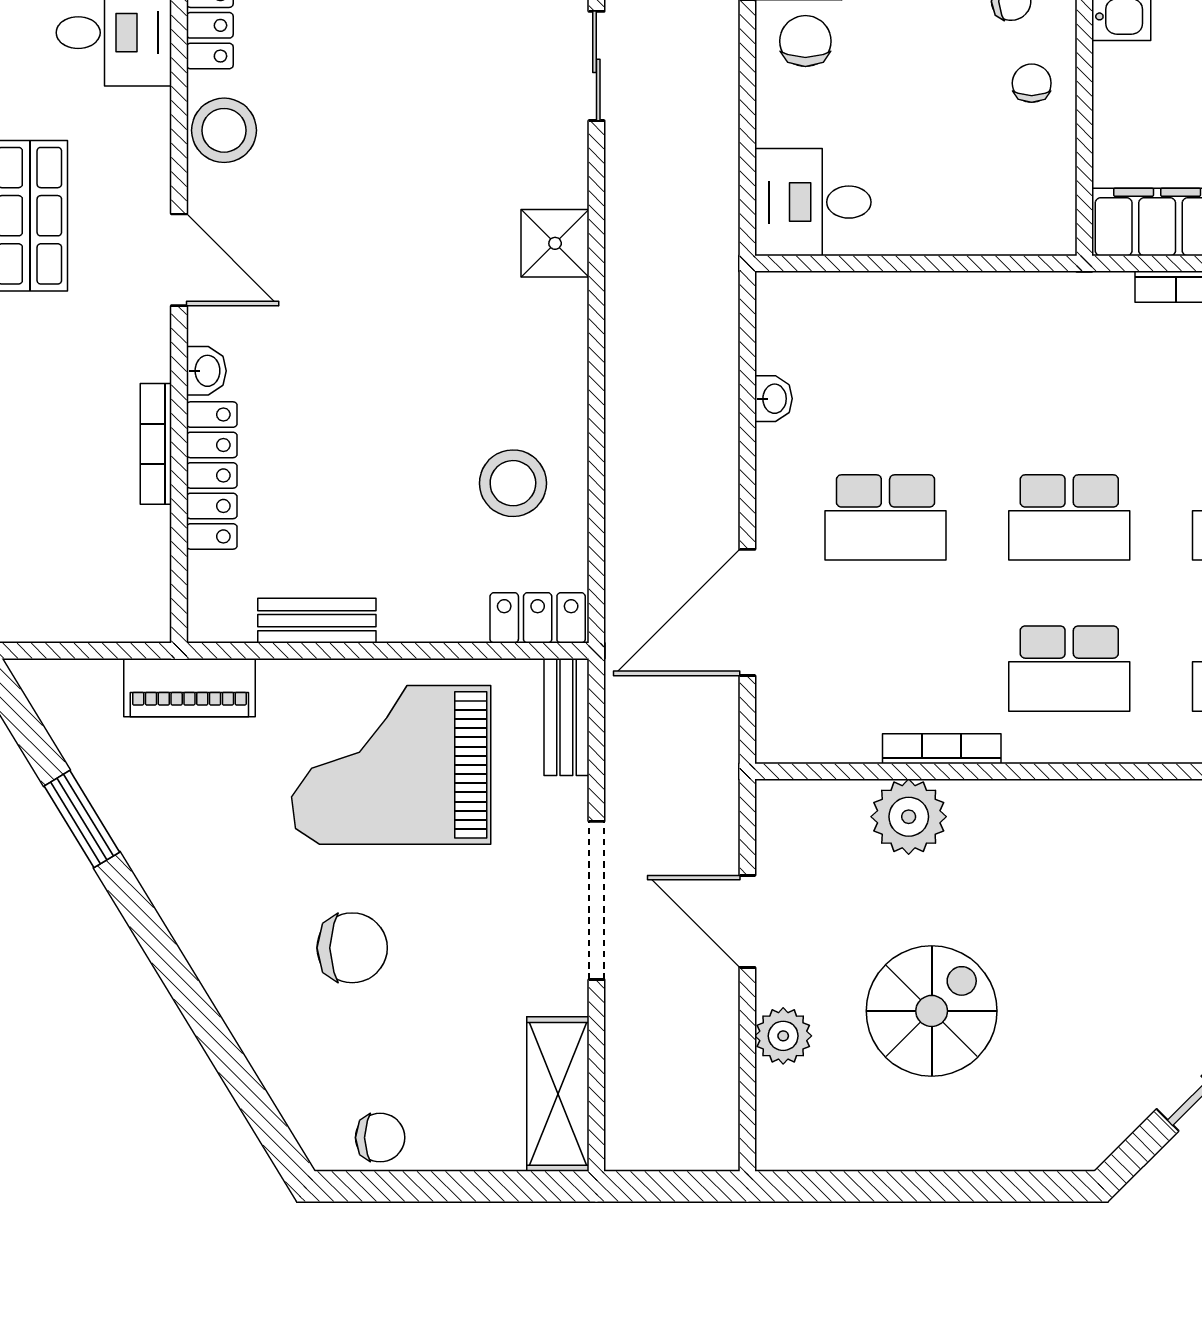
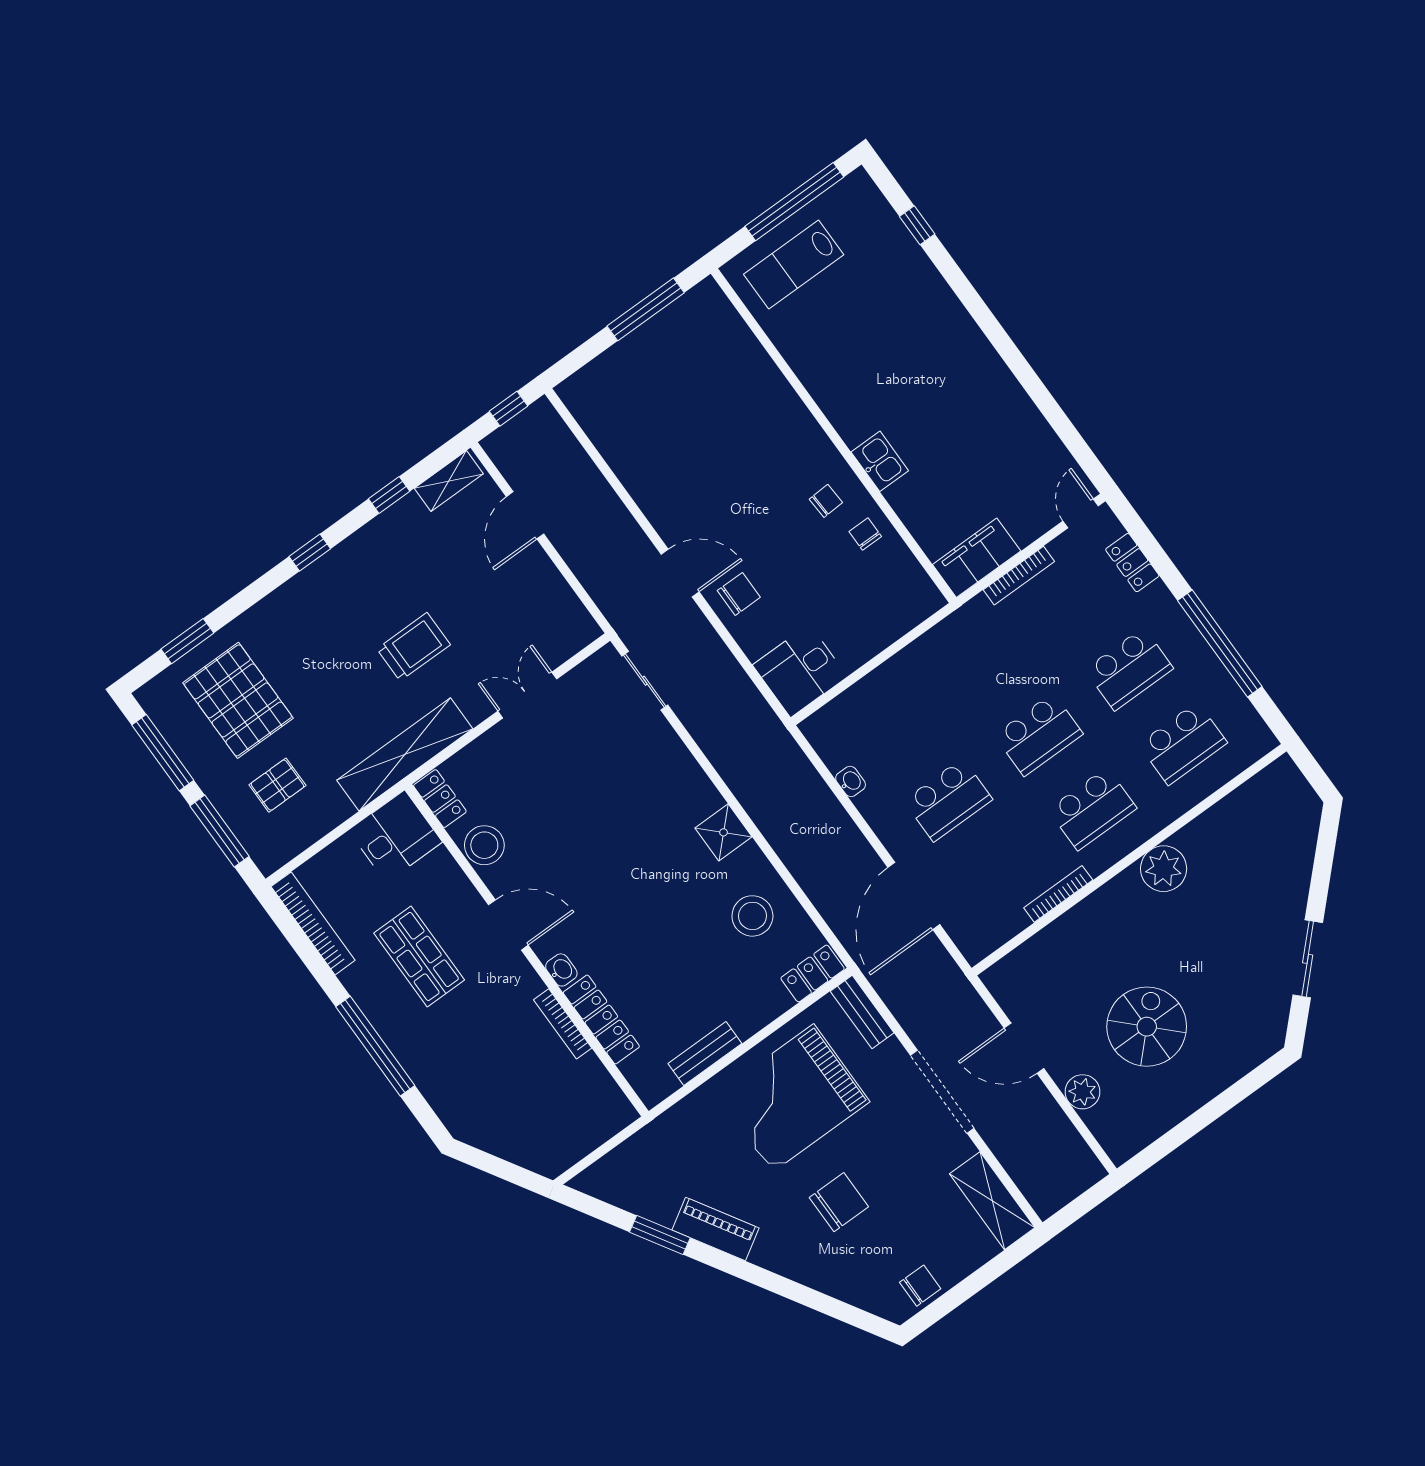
chair: (805, 41) -> (739, 594), turned 90
shower: (555, 243) -> (723, 832), moved
piano: (189, 688) -> (716, 1229), moved, turned -121
plant: (909, 817) -> (1164, 869), moved

